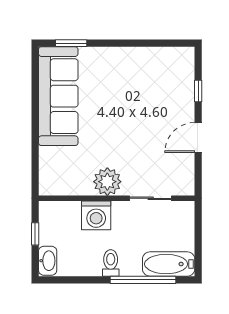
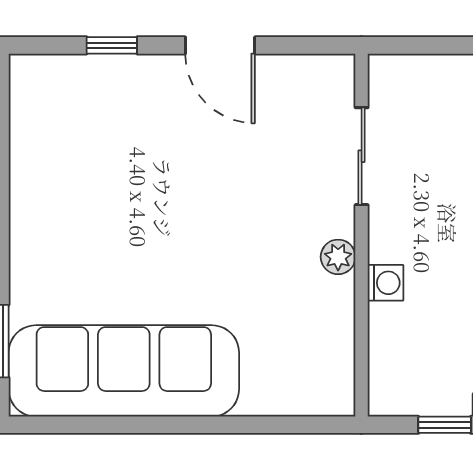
plant: (107, 182) -> (338, 257), width x0.53, depth x0.53
washing machine: (96, 215) -> (385, 283), width x0.53, depth x0.53

